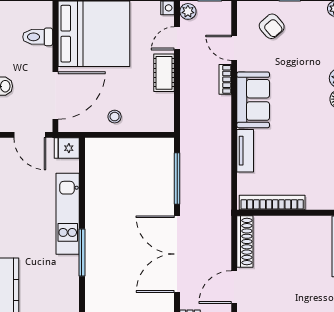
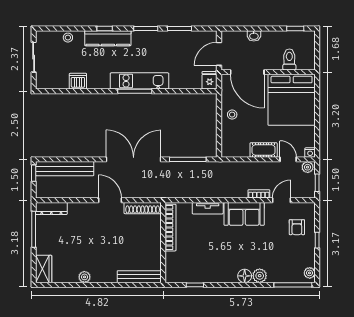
armchair: (272, 26) -> (297, 227), turned -49
kitchen unit: (68, 214) -> (139, 81), moved

